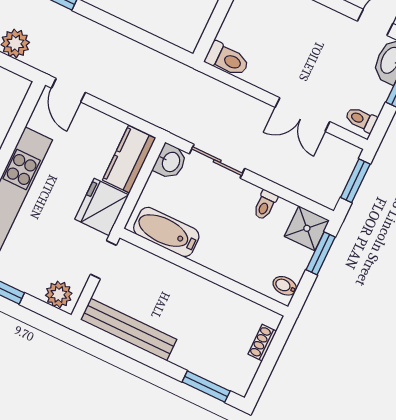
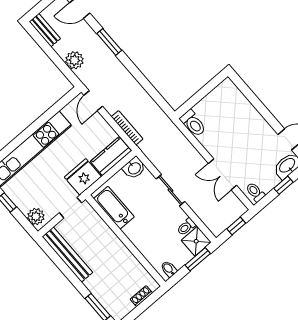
bookcase: (135, 108) -> (127, 128), added
sliding door: (217, 161) -> (170, 190), moved
window: (355, 181) -> (236, 226), width x0.67
toilet: (265, 205) -> (186, 227), moved

